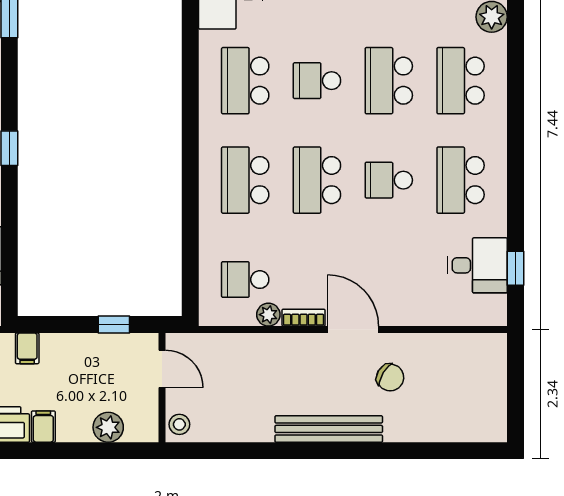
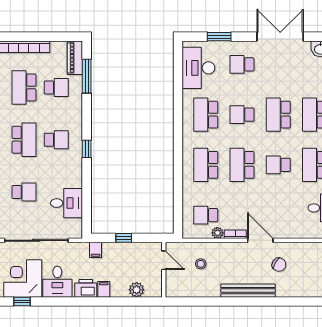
window: (114, 325) -> (124, 238), moved
stool: (179, 424) -> (201, 264), moved

